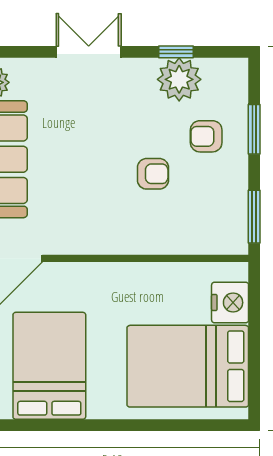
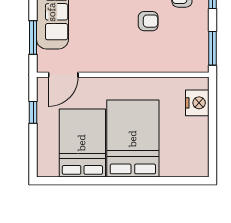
bed: (188, 366) -> (133, 139), moved, turned 90

